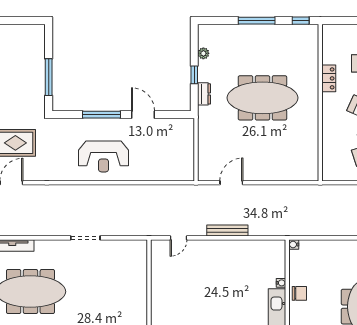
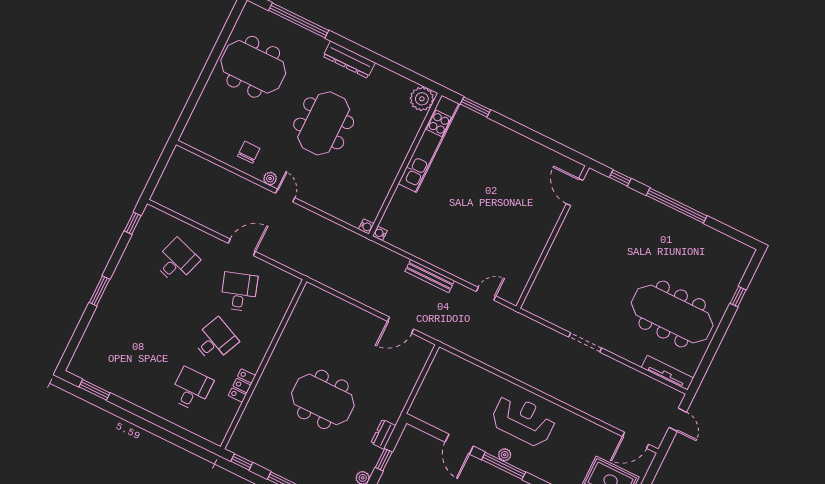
meeting table: (262, 98) -> (323, 399), width x0.73
plant: (105, 123) -> (505, 455), added
water cooler: (281, 283) -> (380, 233), moved
chair: (299, 293) -> (386, 171), removed

